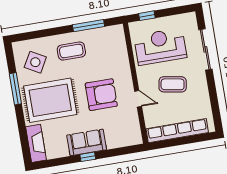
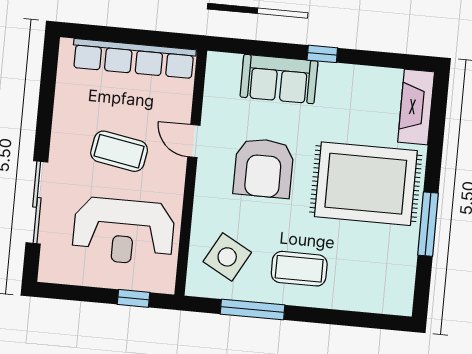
side table: (35, 62) -> (227, 257), moved
armchair: (101, 95) -> (264, 168), turned -90
sofa: (87, 142) -> (279, 79), moved

